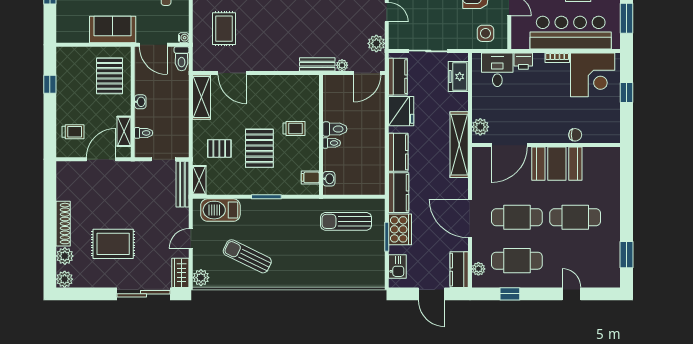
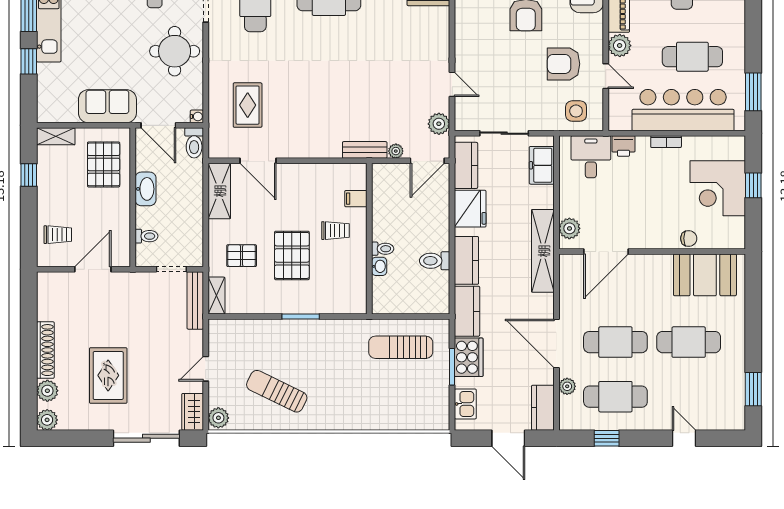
corner desk: (593, 75) -> (718, 188), moved, turned 90
washbasin: (140, 102) -> (146, 189), width x1.91, depth x1.45
toilet: (335, 129) -> (435, 261), moved, turned 180
shelving: (124, 131) -> (56, 136), moved, turned 90
booth: (557, 164) -> (705, 275), moved
filing cabinet: (310, 177) -> (356, 199), moved
washbasin: (329, 179) -> (379, 266), moved
barbecue: (220, 210) -> (243, 333), removed
rug: (113, 244) -> (108, 375), turned 90
plant: (478, 269) -> (567, 386), moved

